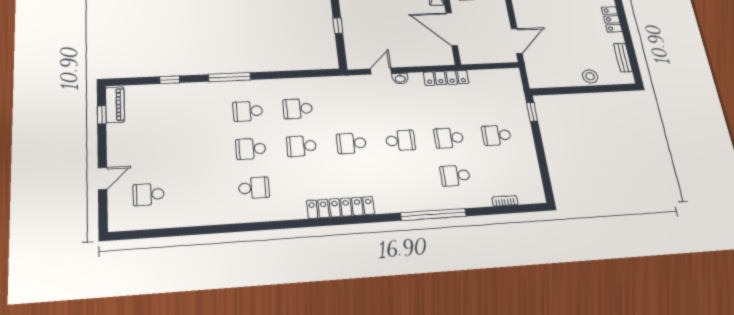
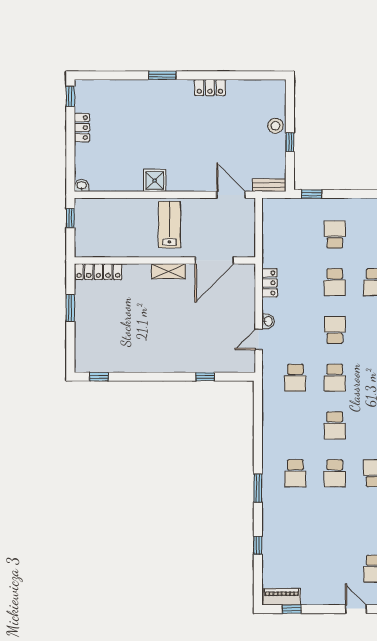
bench: (623, 58) -> (269, 185), moved
door: (381, 71) -> (259, 339), hinge flipped
window: (230, 77) -> (258, 488), width x0.69
locker: (446, 78) -> (269, 283), width x0.66
window: (577, 90) -> (290, 142), added
school desk: (298, 109) -> (295, 378), moved
school desk: (497, 135) -> (335, 234), turned 180

